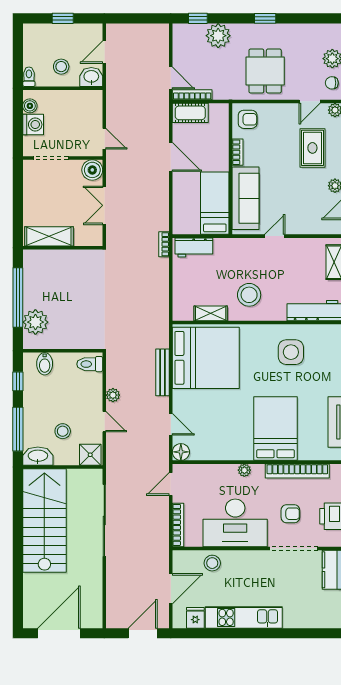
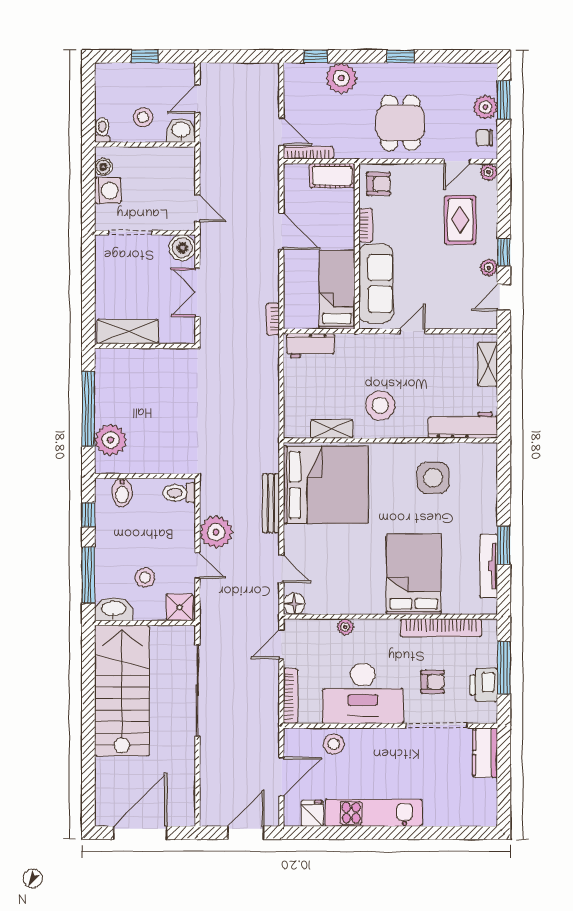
cot: (190, 113) -> (332, 176), moved
bookcase: (164, 244) -> (273, 319), moved
plant: (113, 395) -> (216, 532), width x1.87, depth x1.87
plant: (244, 470) -> (345, 627), moved

